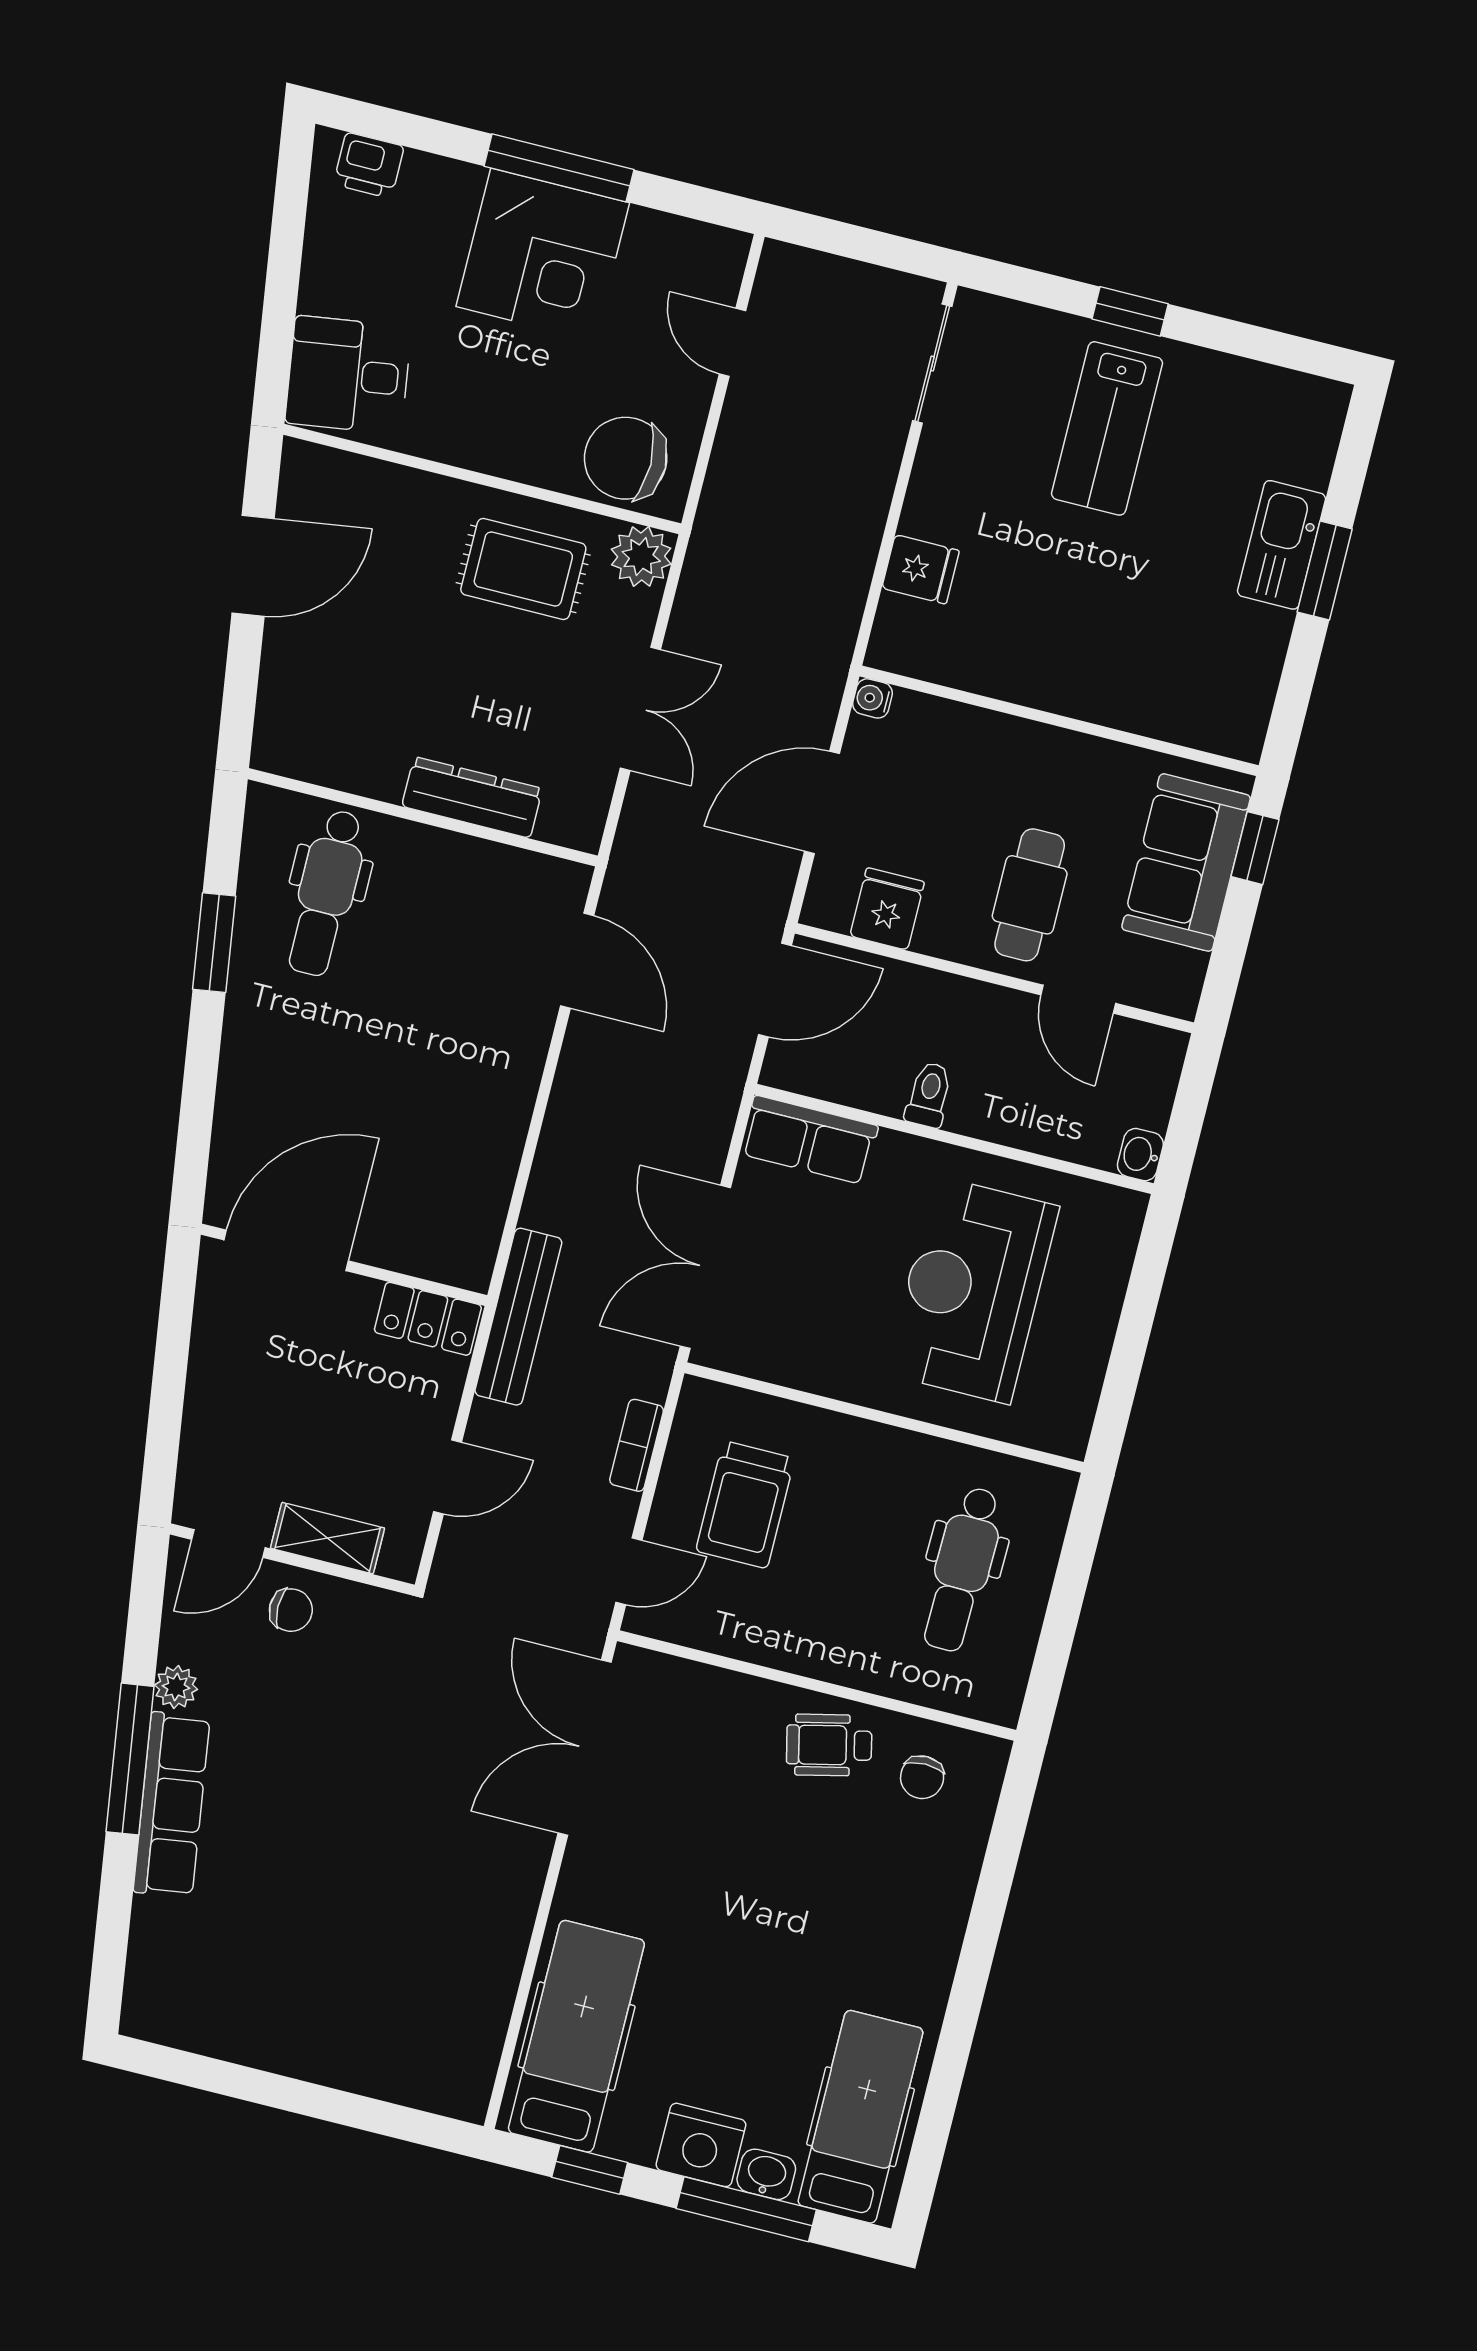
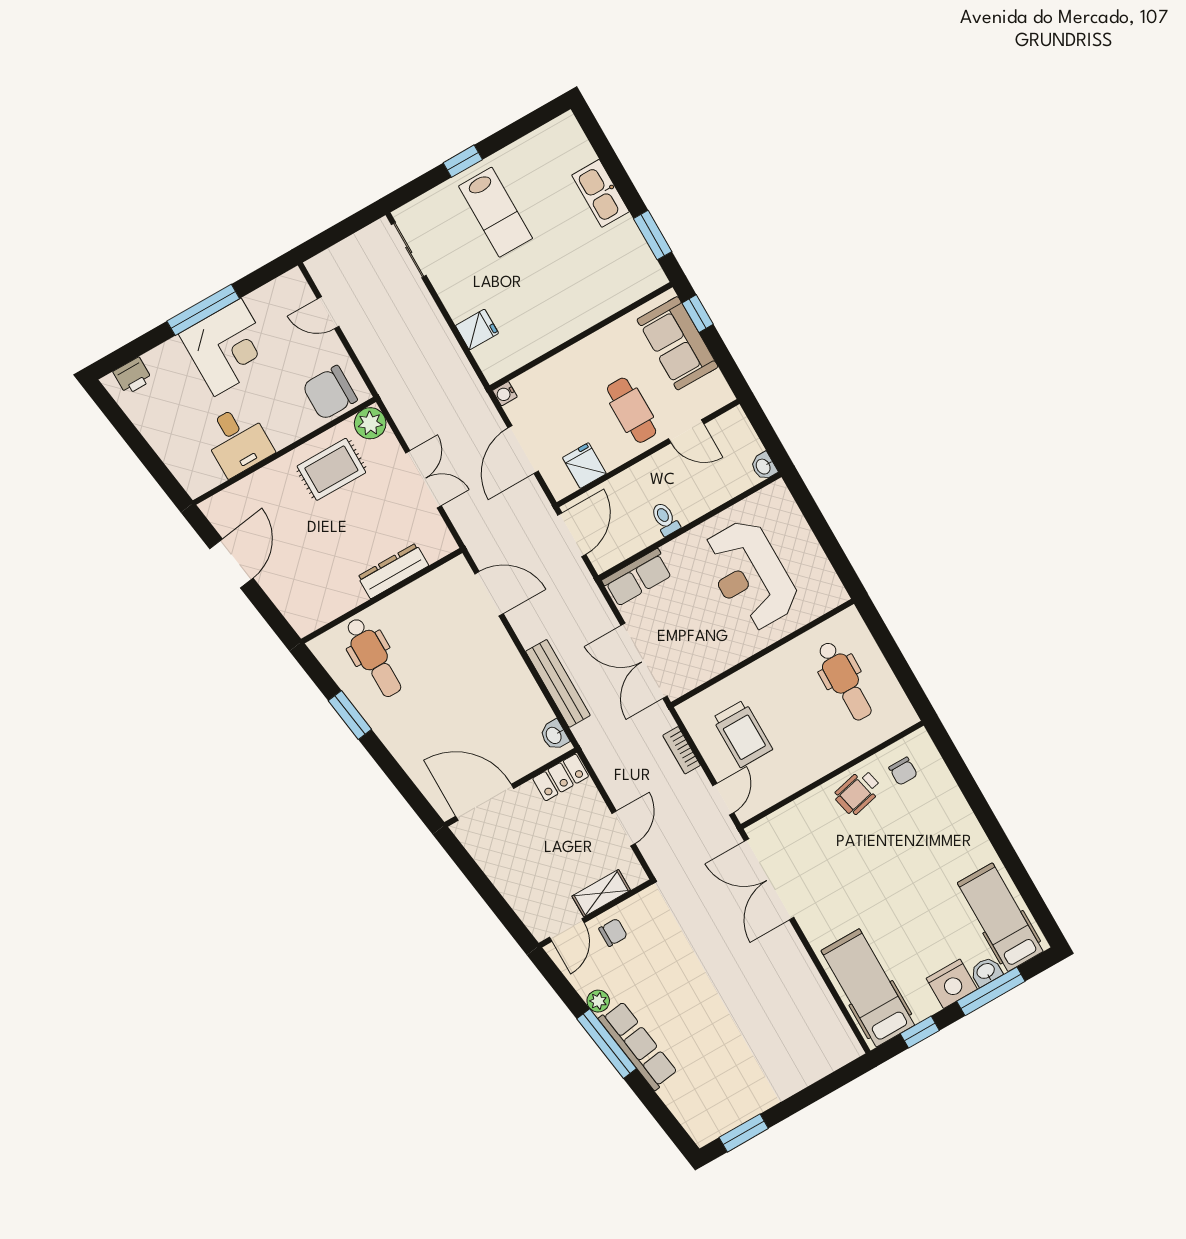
desk: (348, 375) -> (237, 440), moved, turned -82
window: (1325, 571) -> (653, 235), moved
door: (286, 1250) -> (485, 802), hinge flipped
washbasin: (477, 1250) -> (554, 735), added
bench: (518, 1317) -> (558, 683), moved
window: (202, 2073) -> (744, 1133), added

